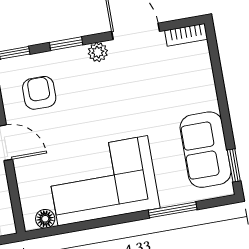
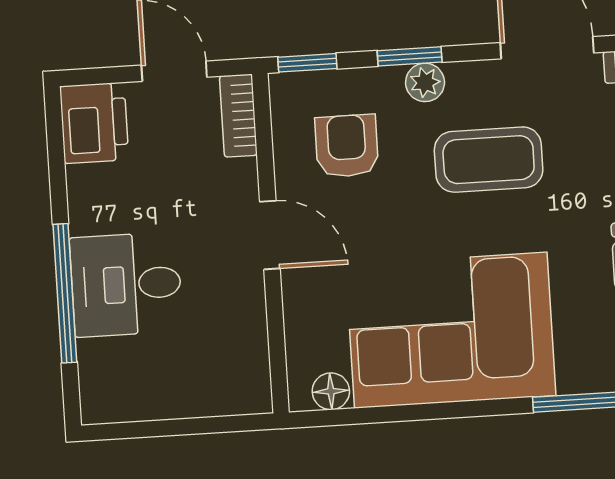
plant: (98, 52) -> (425, 82), moved
coffee table: (112, 92) -> (489, 160), added

